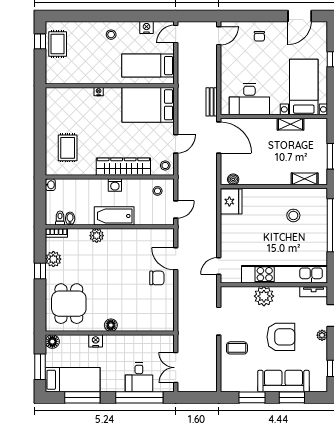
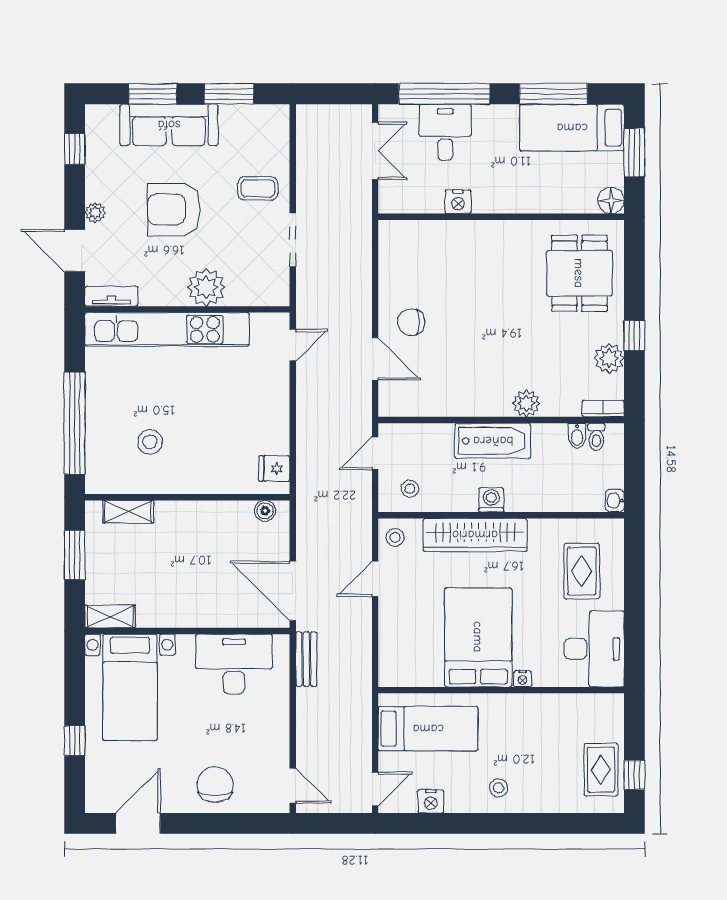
door: (219, 36) -> (293, 786), swing flipped
chair: (259, 36) -> (215, 785), width x1.87, depth x1.87
bed: (148, 105) -> (478, 637), moved, turned -90
desk: (61, 107) -> (594, 649), added
shelving: (291, 124) -> (110, 617), moved
fridge: (231, 202) -> (274, 468), width x0.53, depth x0.75
floor lamp: (111, 325) -> (499, 232), removed
nightstand: (96, 341) -> (458, 202), moved

